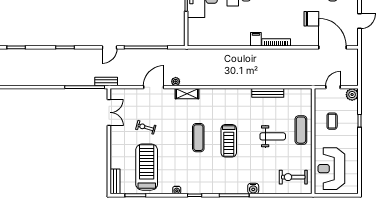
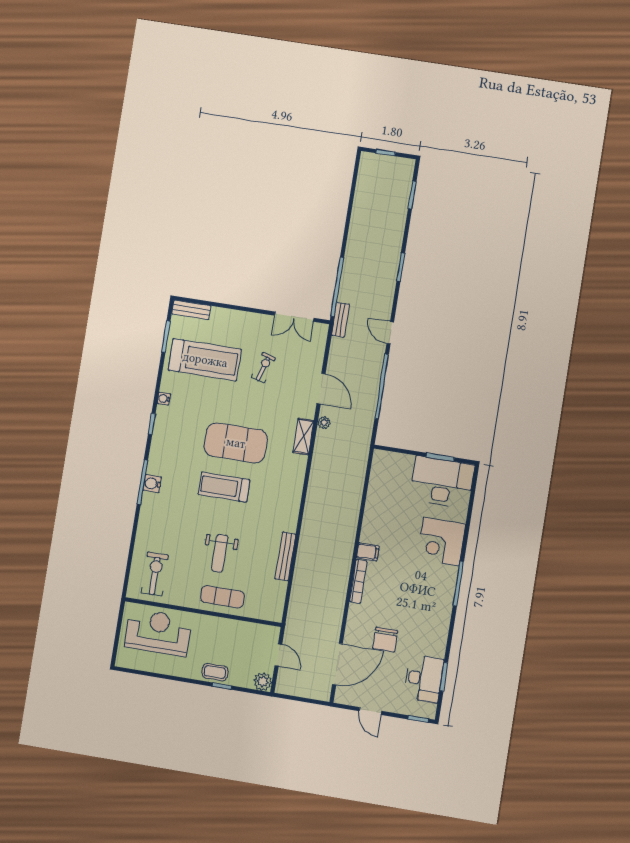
coffee table: (332, 121) -> (215, 672), moved
exercise mat: (198, 138) -> (236, 443), width x2.00, depth x1.45
water cooler: (253, 189) -> (152, 484), moved

